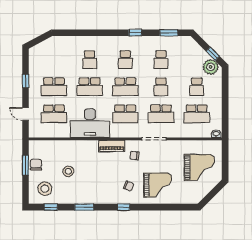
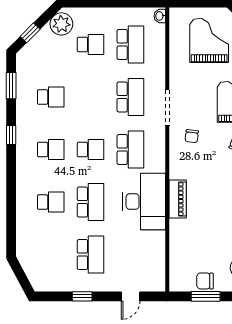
window: (213, 54) -> (30, 33), moved
school desk: (125, 87) -> (91, 150), width x0.54
school desk: (161, 87) -> (91, 97), removed
school desk: (54, 114) -> (130, 255), removed
piano: (112, 146) -> (178, 199), moved
stool: (68, 171) -> (215, 233), removed

